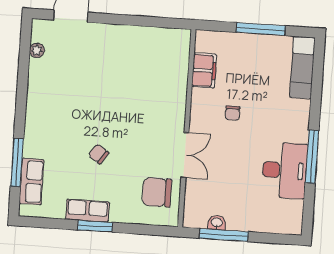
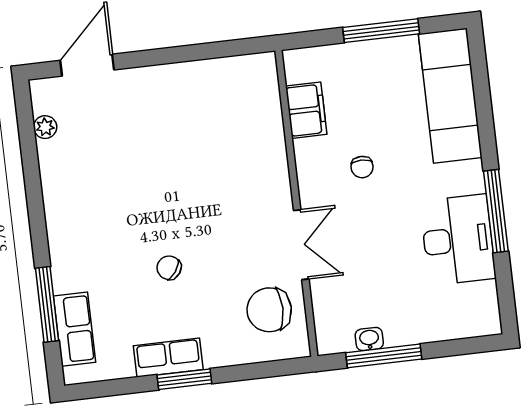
exam couch: (302, 68) -> (450, 96), width x1.36, depth x1.45

